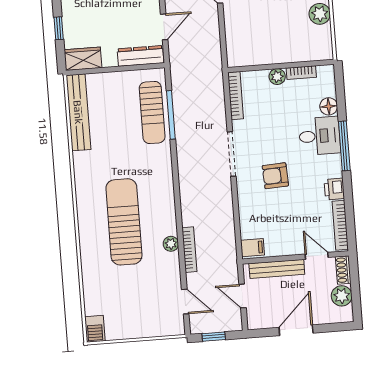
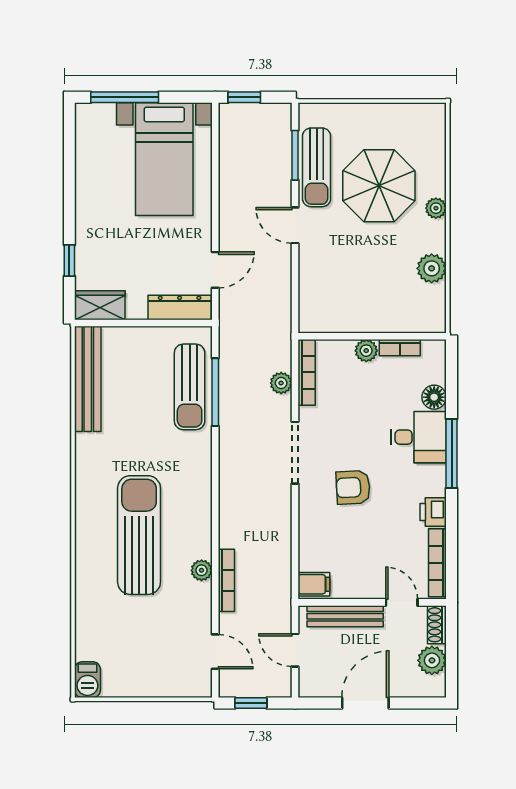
plant: (218, 105) -> (281, 383), added

